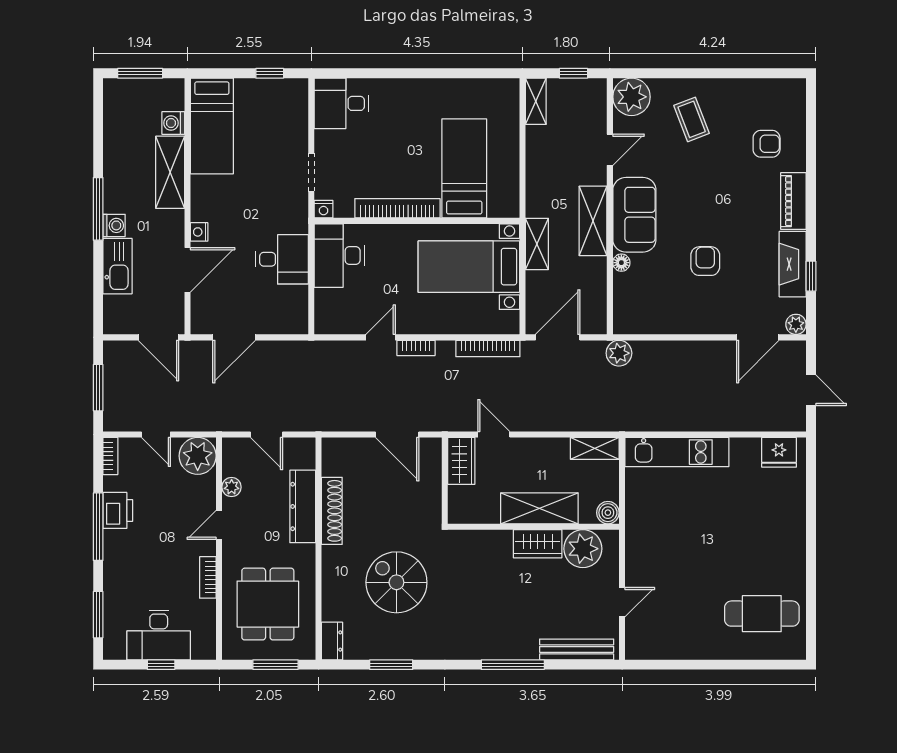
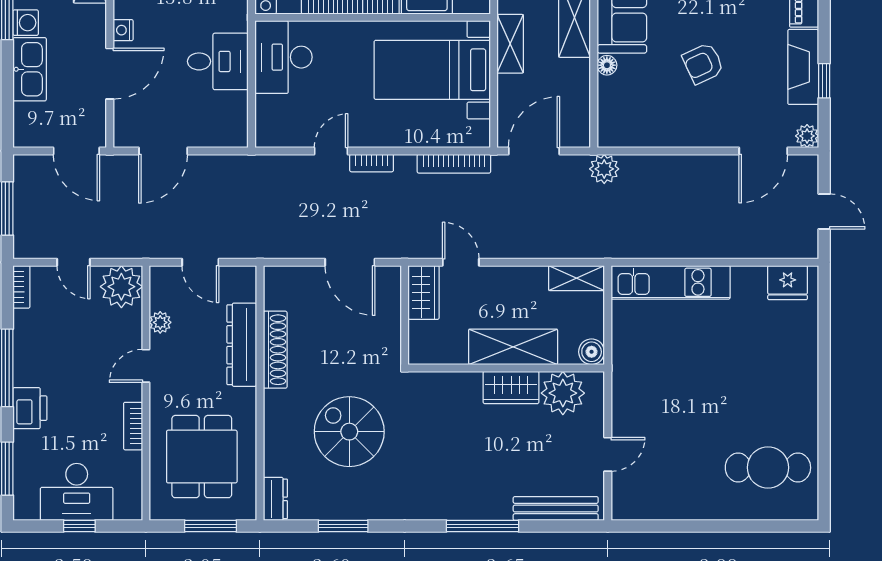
armchair: (705, 261) -> (703, 63), turned -115
printer: (118, 510) -> (30, 408), moved

